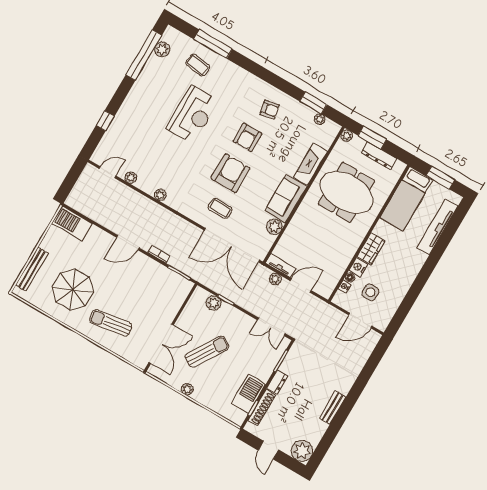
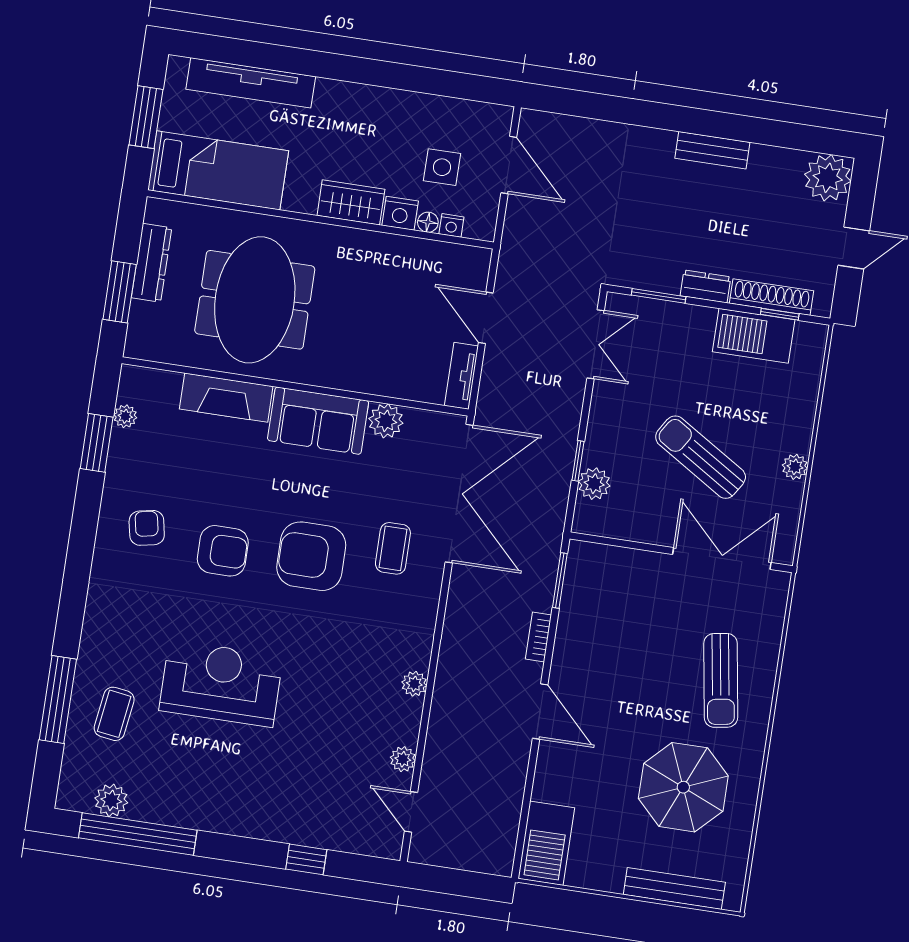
plant: (347, 136) -> (137, 346), removed
plant: (275, 279) -> (493, 376), removed

